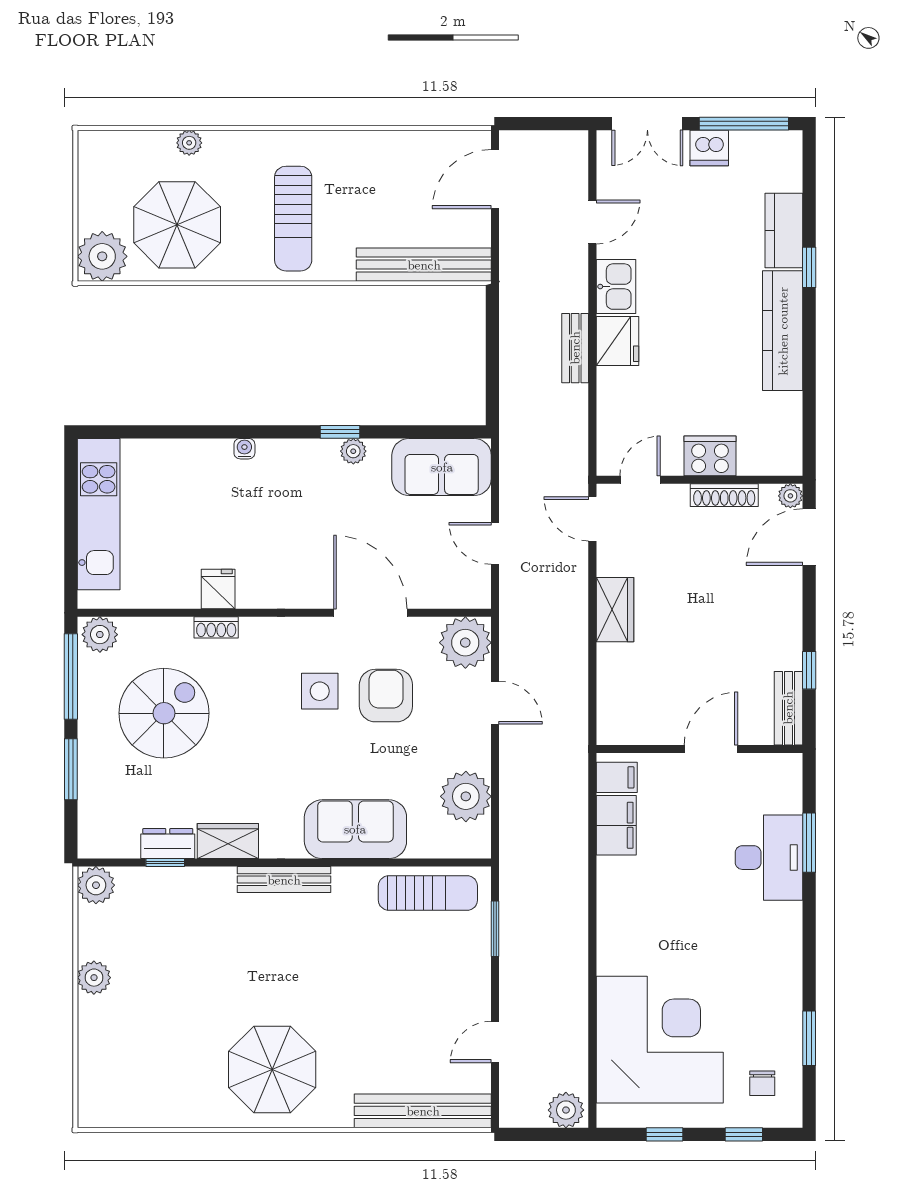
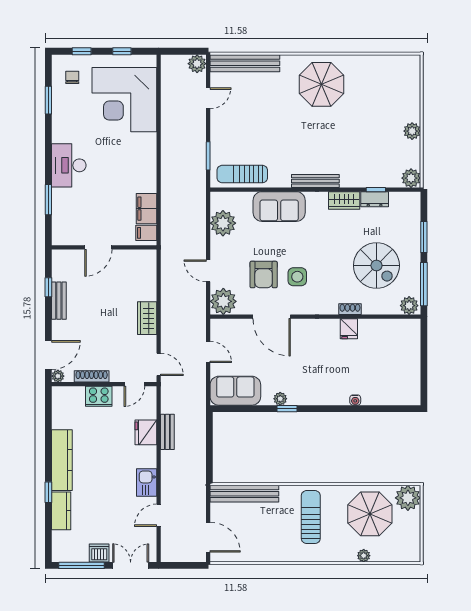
door: (495, 179) -> (208, 537), hinge flipped
fridge: (617, 341) -> (146, 432), moved
bench: (575, 348) -> (167, 432), moved
water cooler: (244, 449) -> (355, 400), moved
kitchen unit: (99, 514) -> (410, 367), removed
bench: (788, 708) -> (59, 301), moved
spiral stairs: (164, 713) -> (376, 266), turned -90
desk: (769, 858) -> (69, 165), moved
plant: (566, 1110) -> (197, 64), moved

